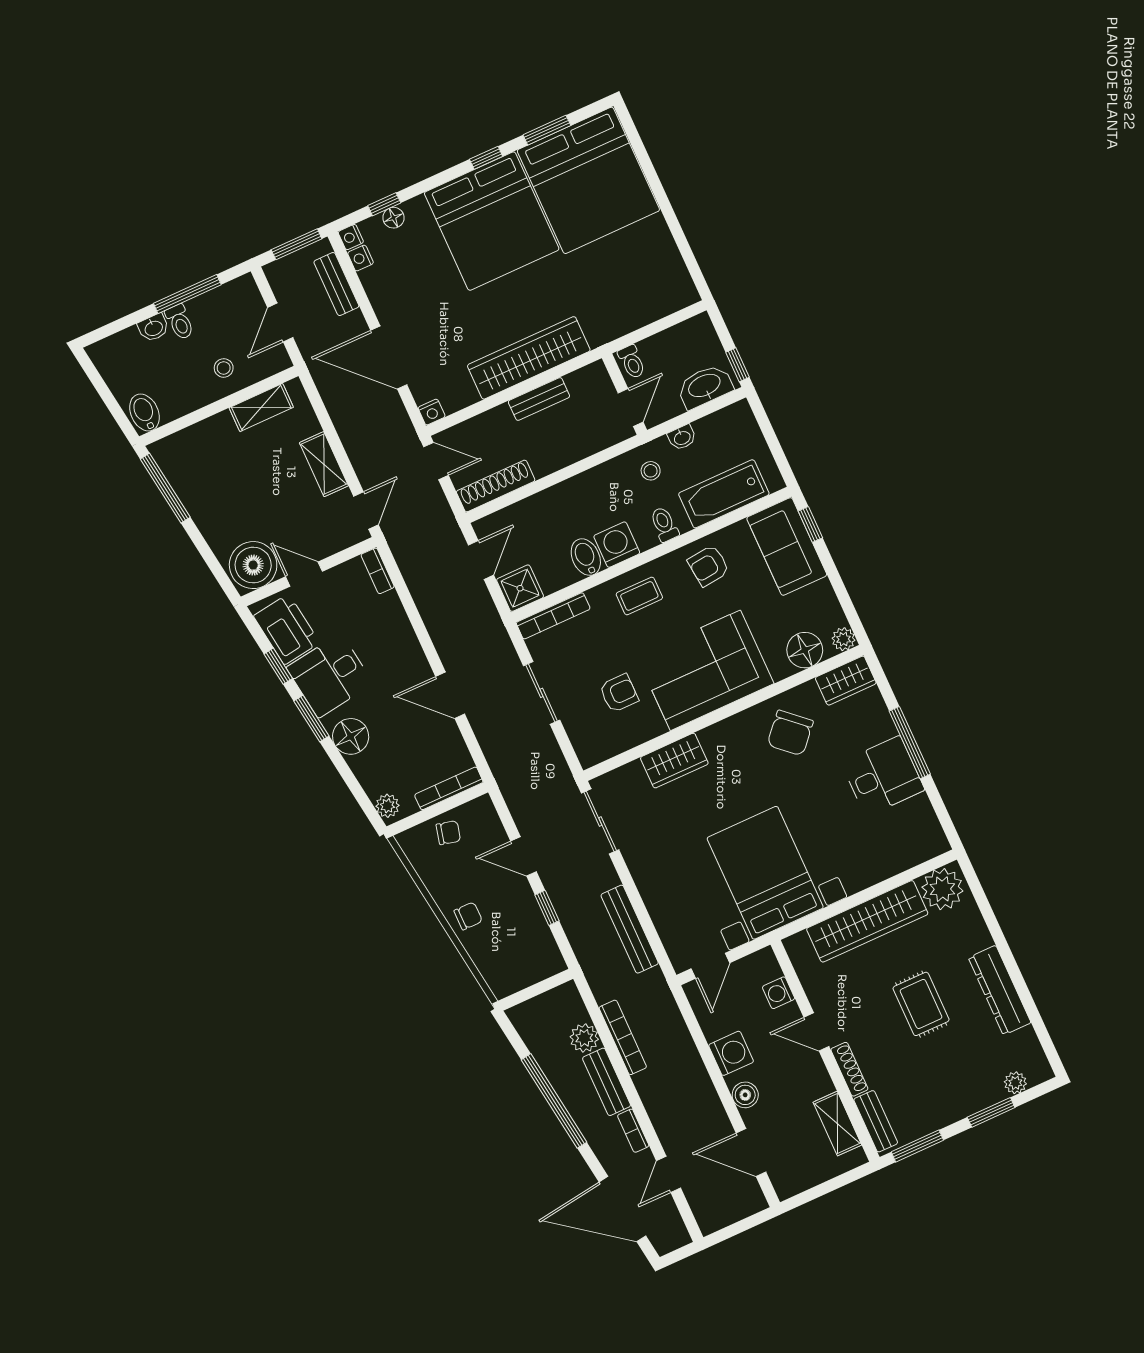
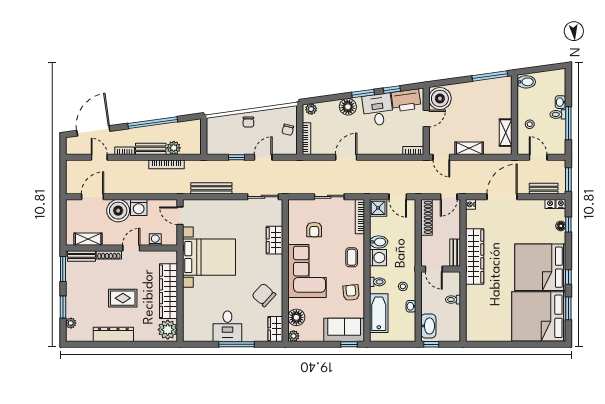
wall: (624, 394) -> (441, 269), moved
door: (631, 407) -> (434, 269), moved
boiler: (745, 1095) -> (118, 211), width x1.86, depth x1.86

